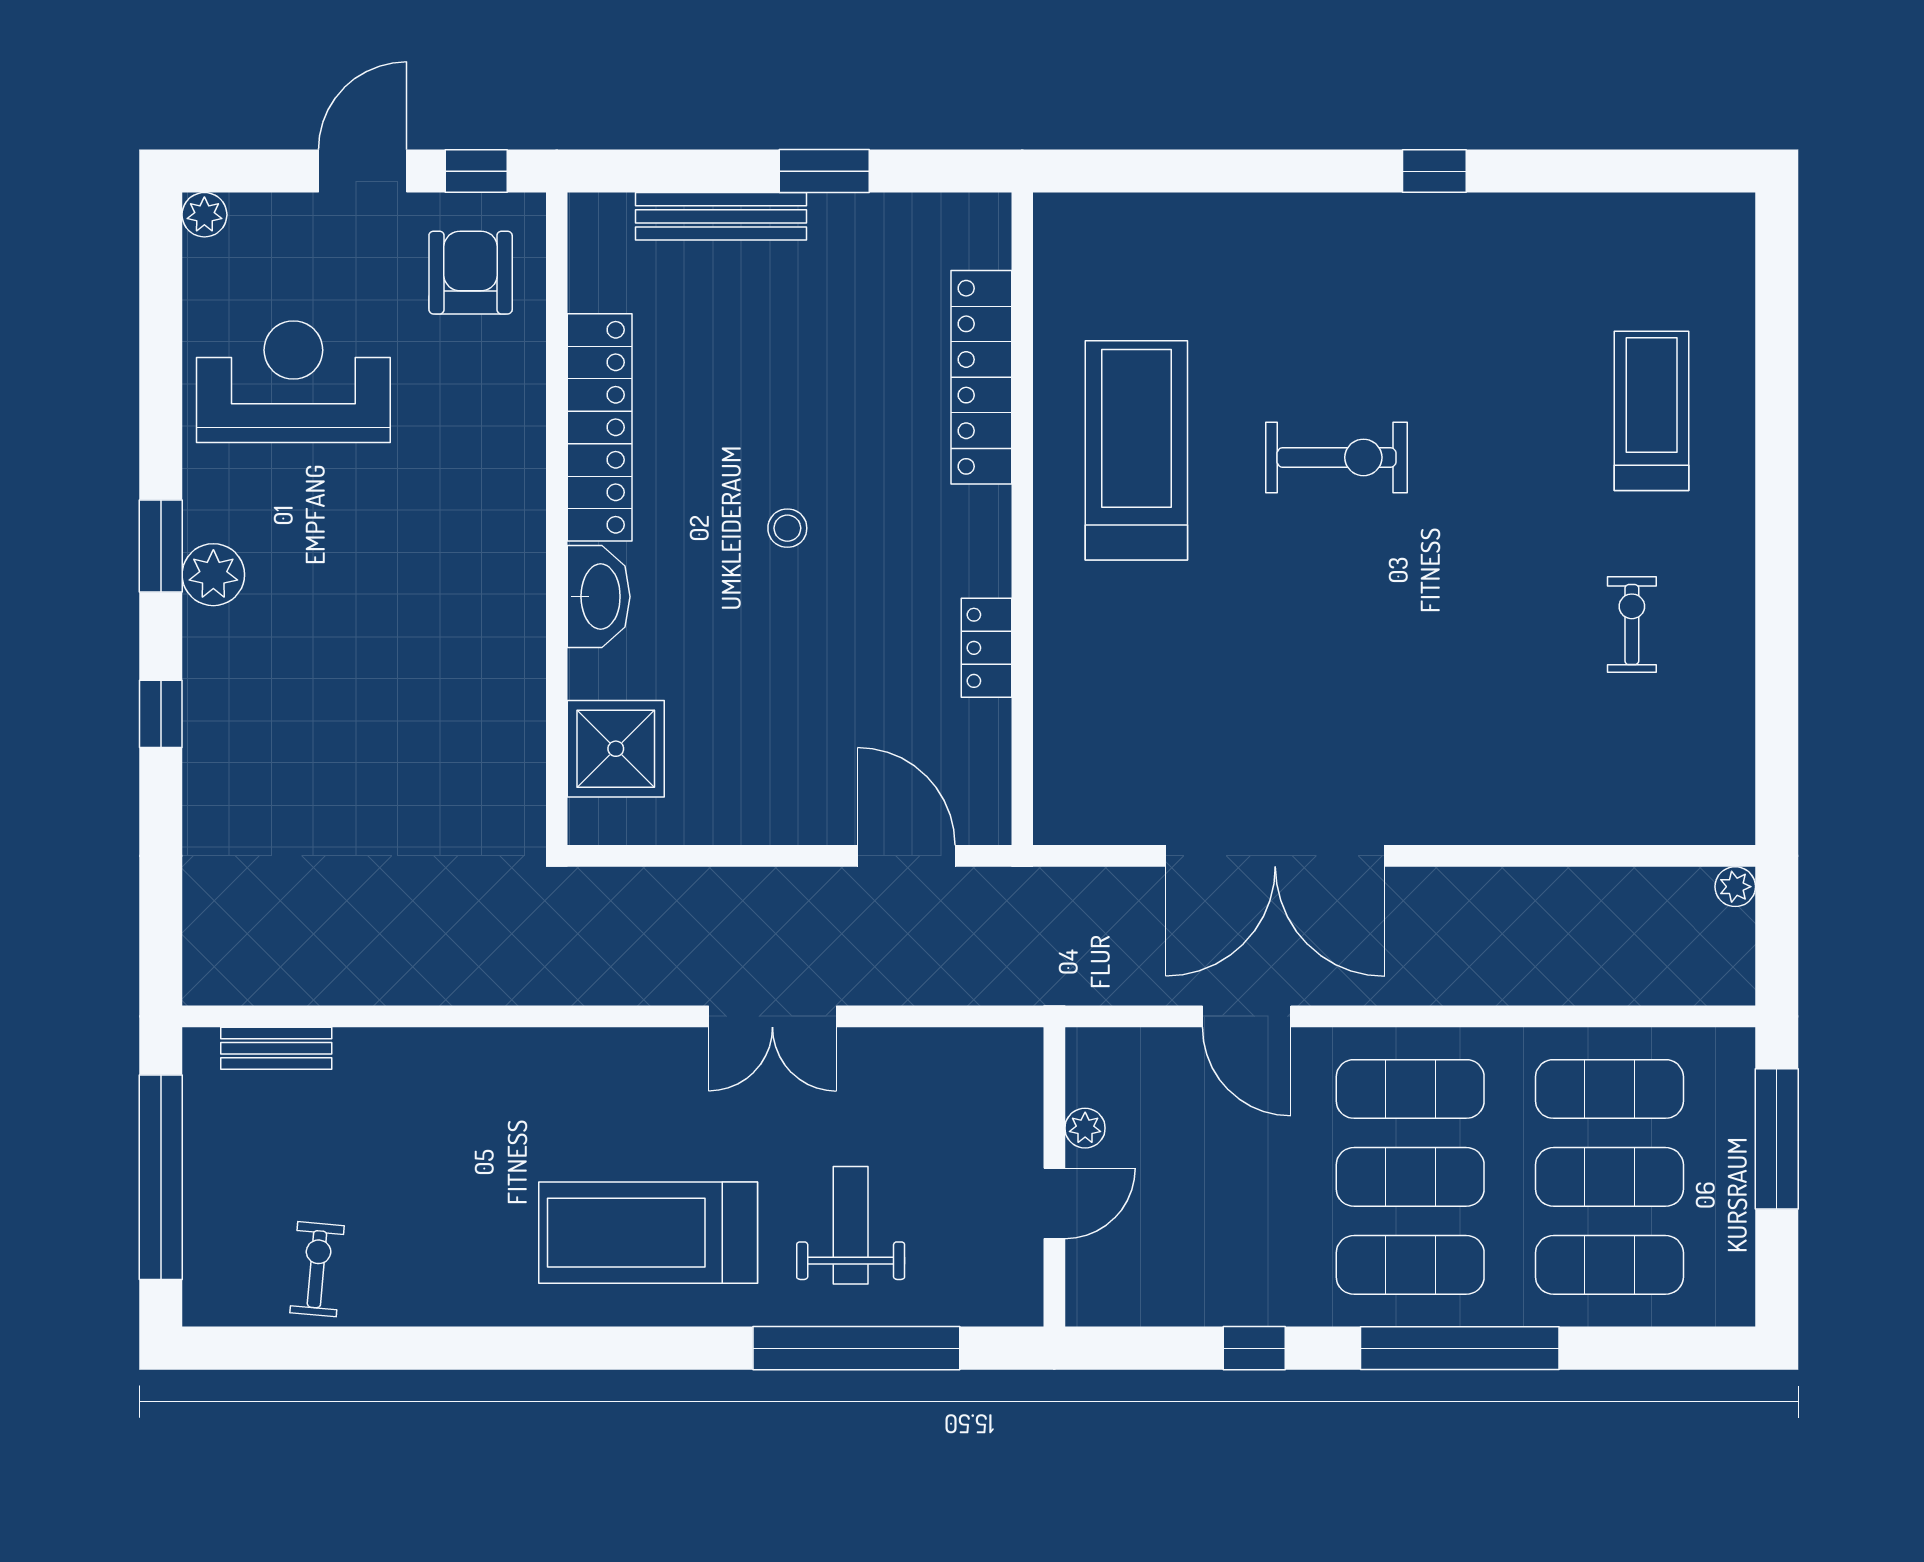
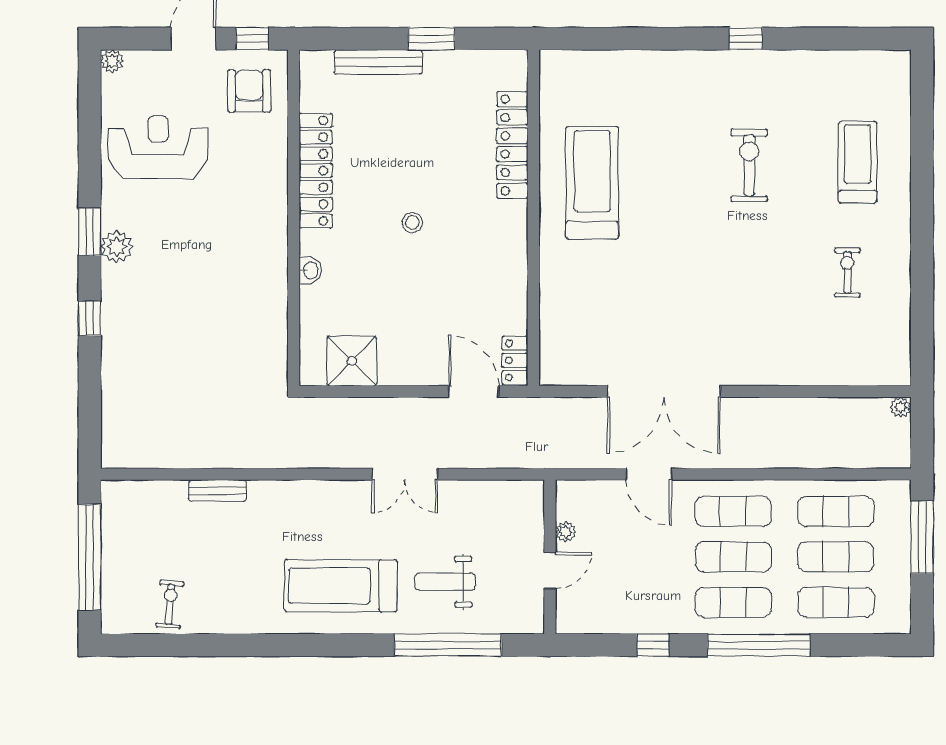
exercise bike: (1337, 457) -> (749, 165), moved, turned -90
washbasin: (599, 597) -> (310, 270), width x0.52, depth x0.69
locker: (986, 648) -> (515, 360), moved
shower: (616, 749) -> (352, 361), moved
bench: (276, 1048) -> (217, 491), moved
weight bench: (851, 1225) -> (445, 582), turned -90

